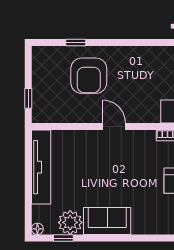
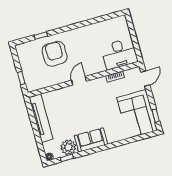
armchair: (89, 76) -> (55, 54), turned 180
door: (114, 127) -> (79, 81), hinge flipped

